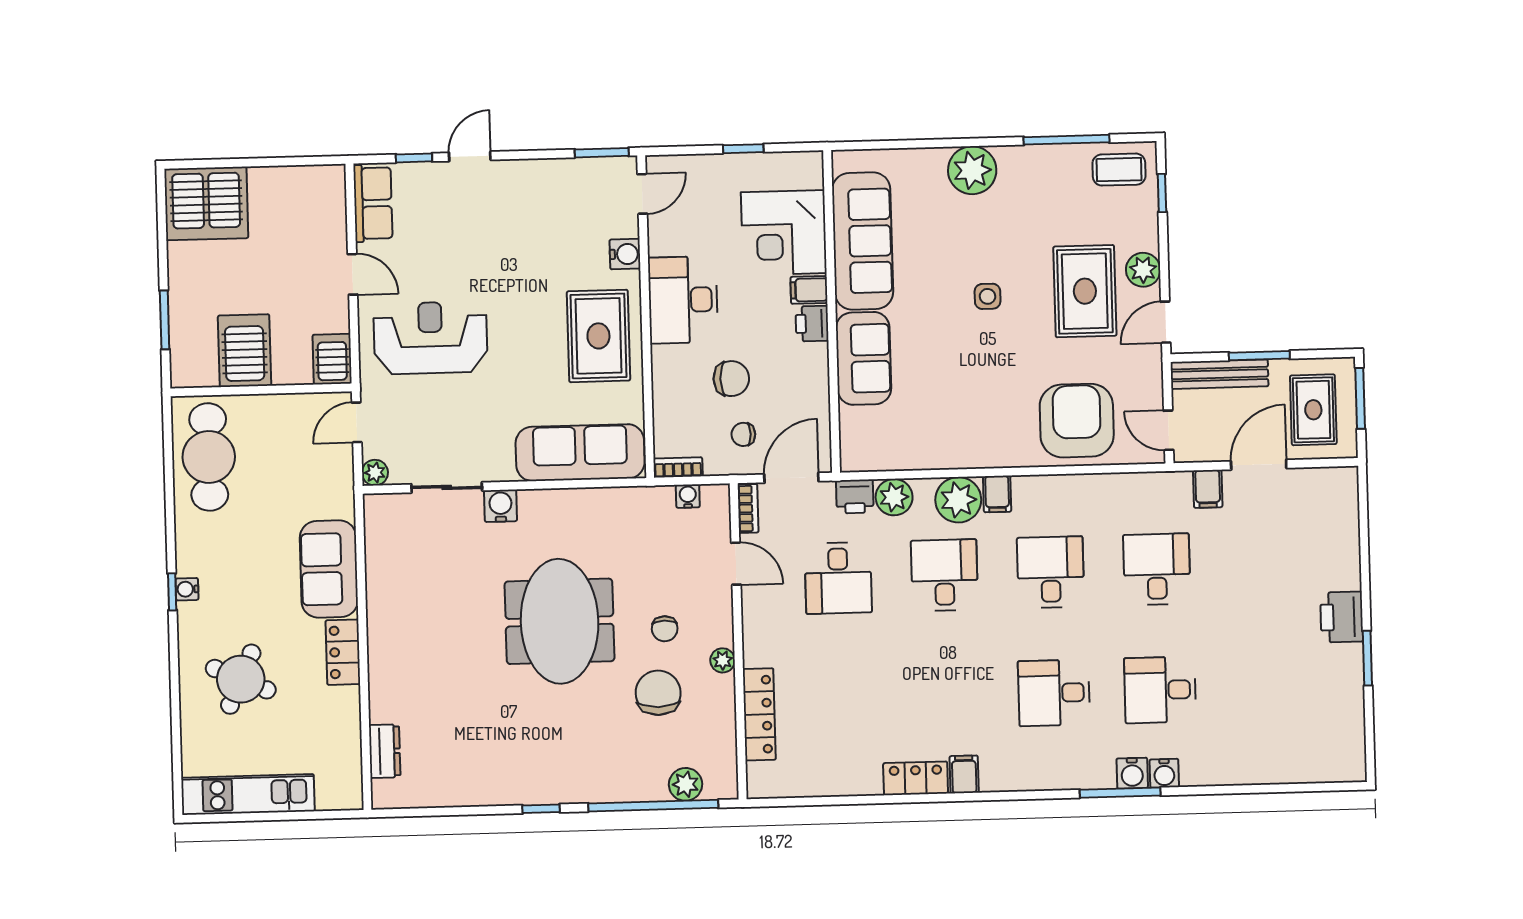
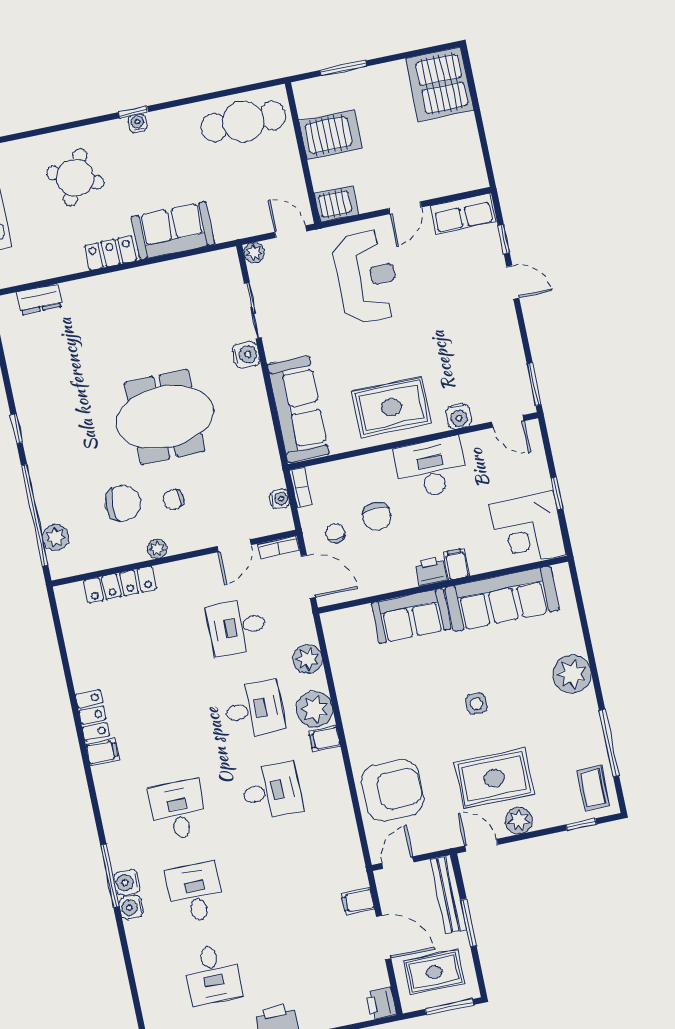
corner desk: (784, 233) -> (528, 529), moved, turned -90
printer: (855, 497) -> (381, 1003), moved
desk: (1157, 569) -> (212, 974), moved, turned 90

